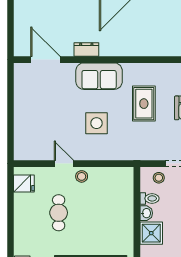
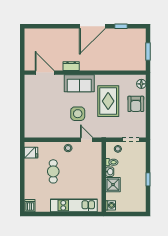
rug: (144, 104) -> (108, 101), width x1.36, depth x1.43
door: (64, 164) -> (87, 140), moved

